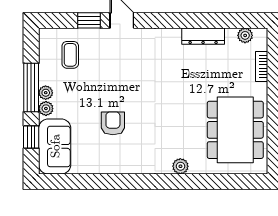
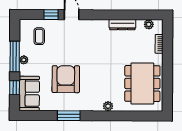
plant: (46, 109) -> (24, 70), removed
armchair: (113, 123) -> (66, 79), width x1.88, depth x1.88
window: (118, 182) -> (69, 116), added

